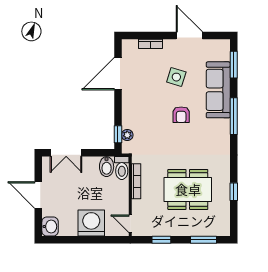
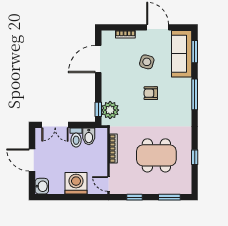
sofa: (218, 90) -> (182, 54), moved
armchair: (181, 115) -> (151, 93), turned 90
plant: (127, 135) -> (110, 110), width x1.88, depth x1.88
toilet: (122, 168) -> (76, 138), moved

